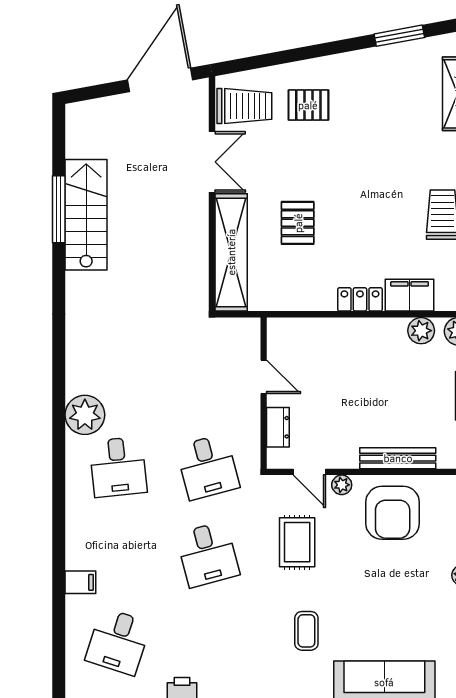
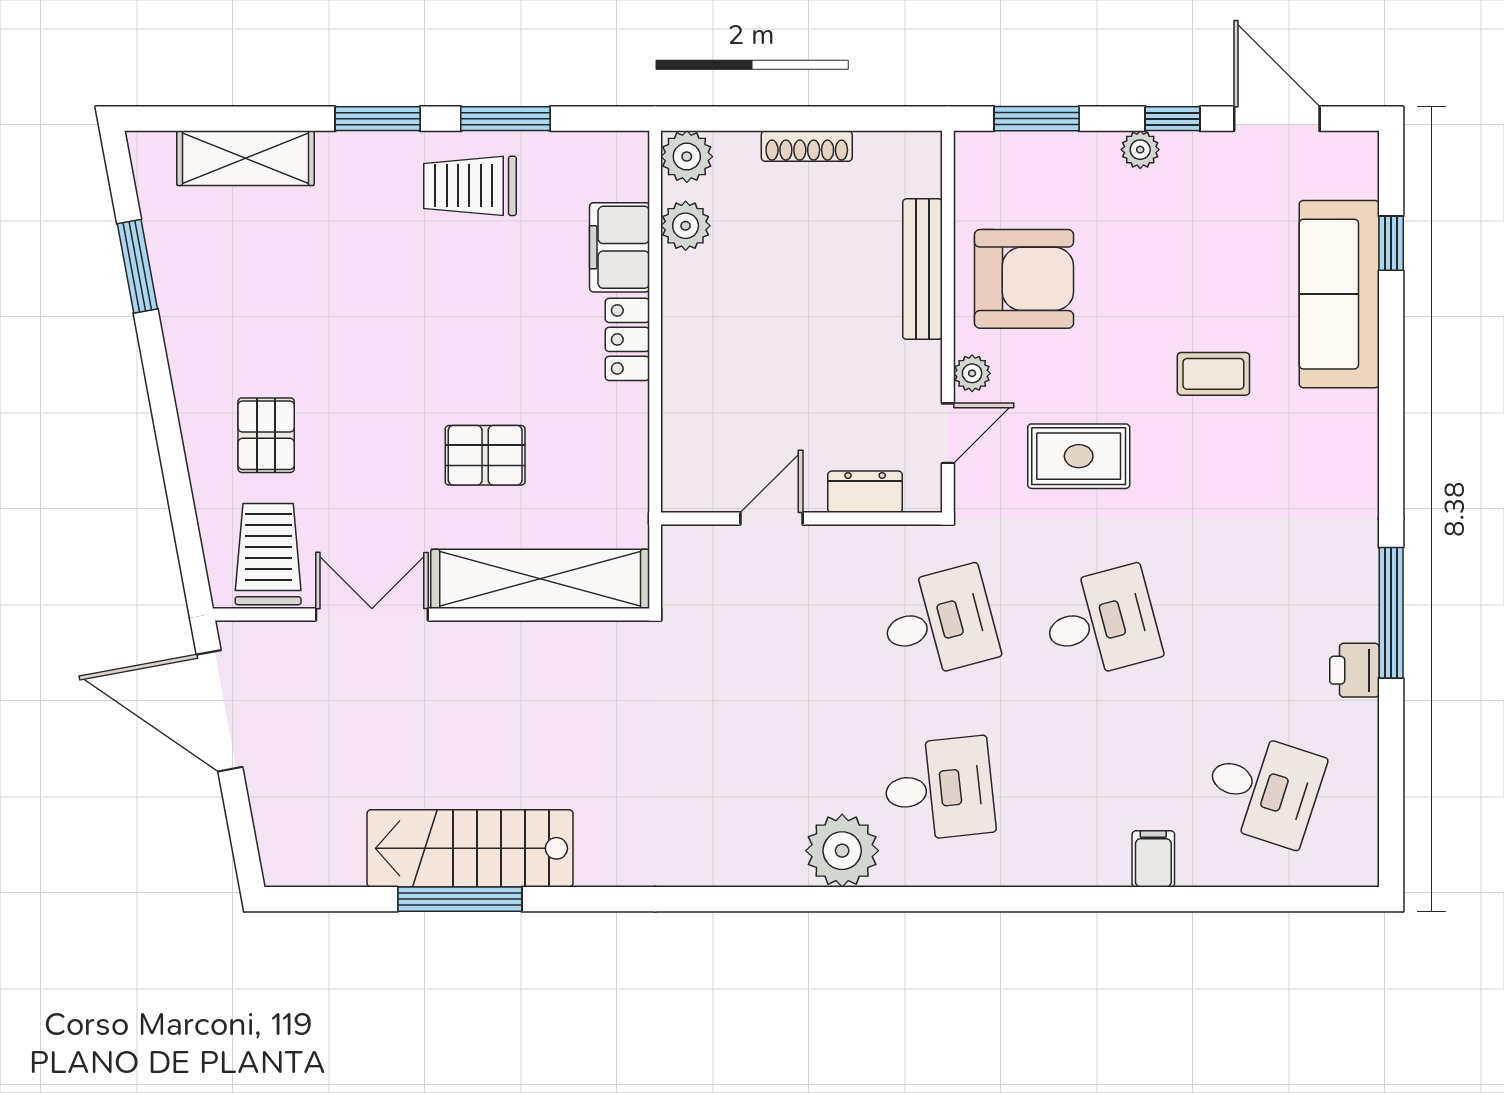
coffee table: (306, 631) -> (1213, 374), moved

